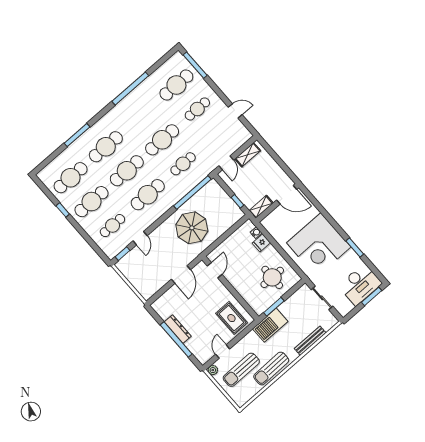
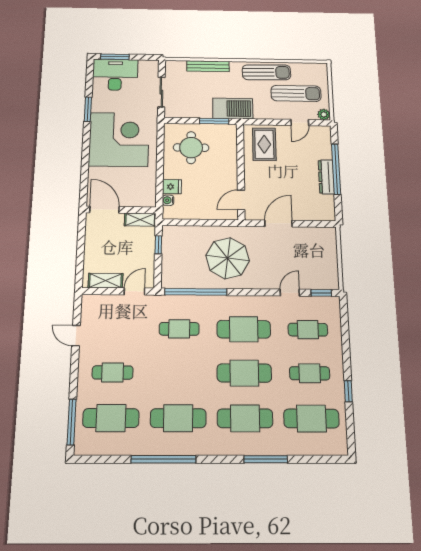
cafe table: (162, 140) -> (178, 418), moved
cafe table: (92, 202) -> (310, 373), width x0.73, depth x0.74

